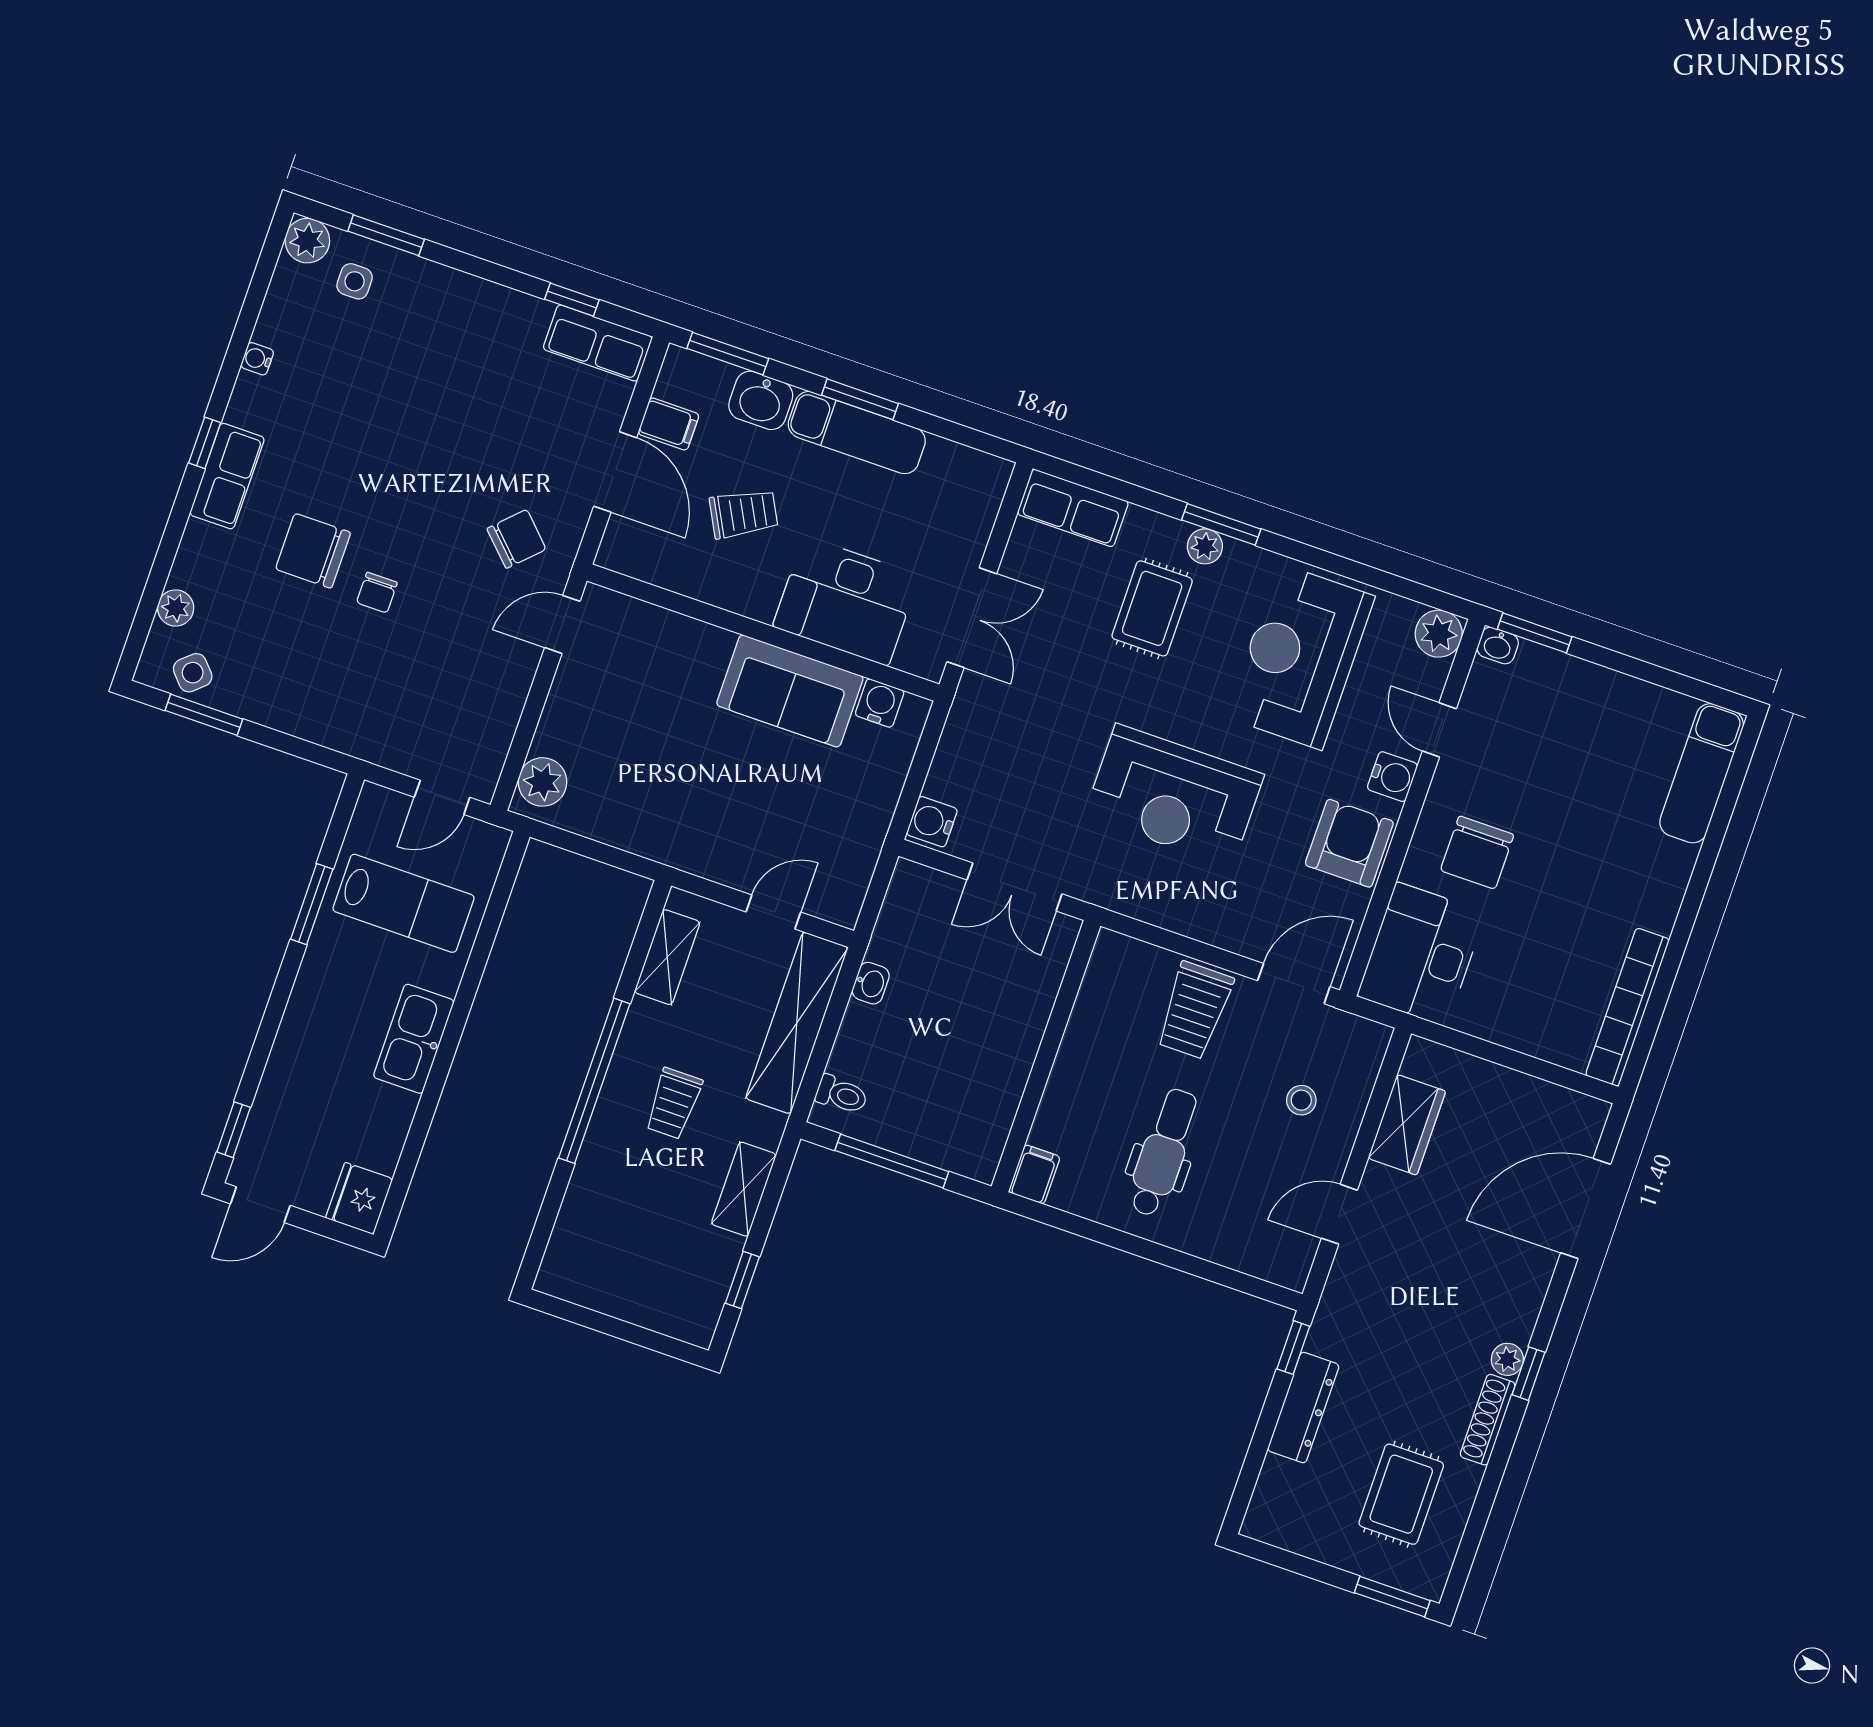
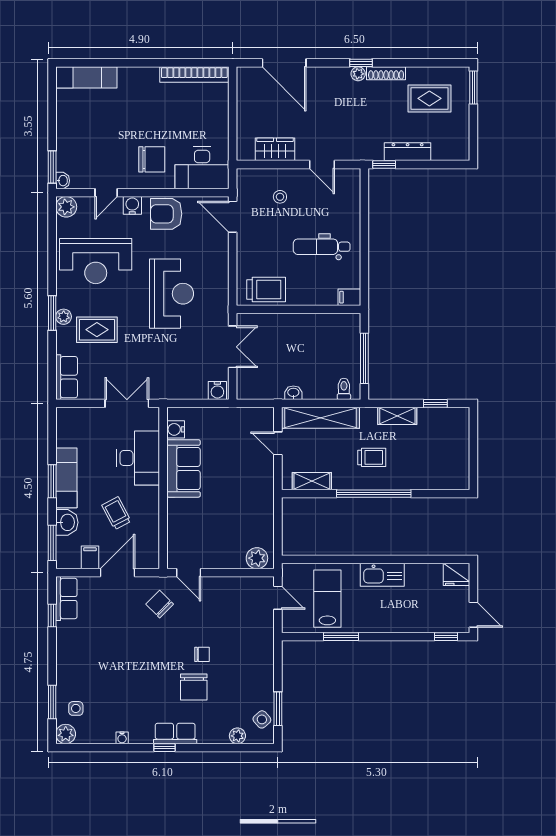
trolley: (1194, 1010) -> (266, 289), moved

